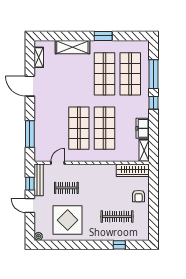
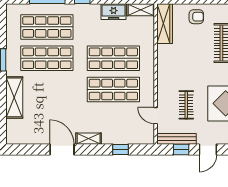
shelving: (39, 57) -> (89, 139), moved
door: (30, 86) -> (62, 149), swing flipped
window: (30, 134) -> (120, 149), width x0.46

